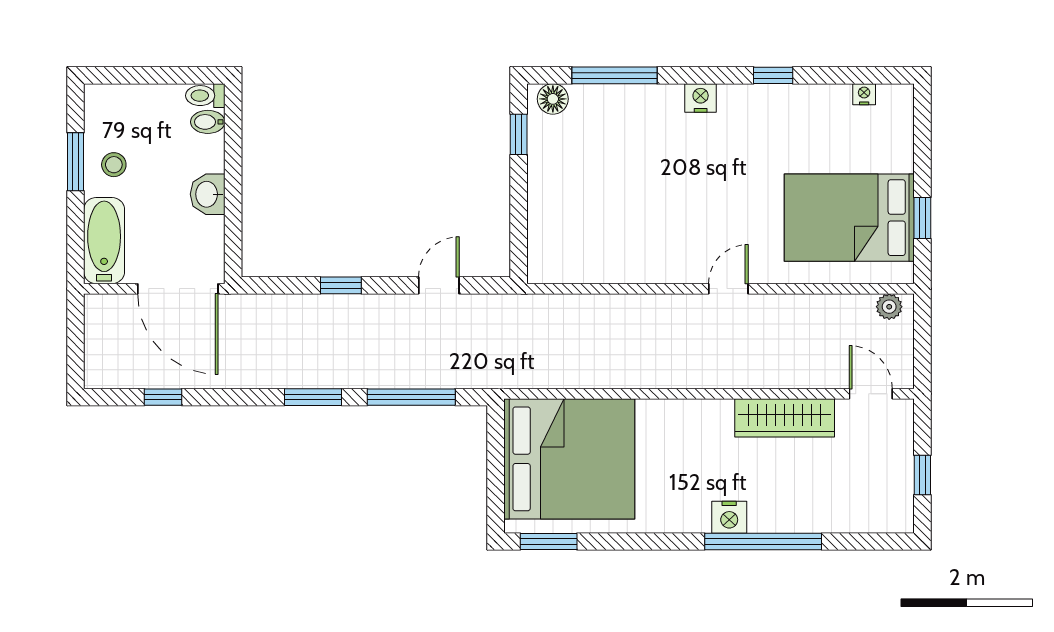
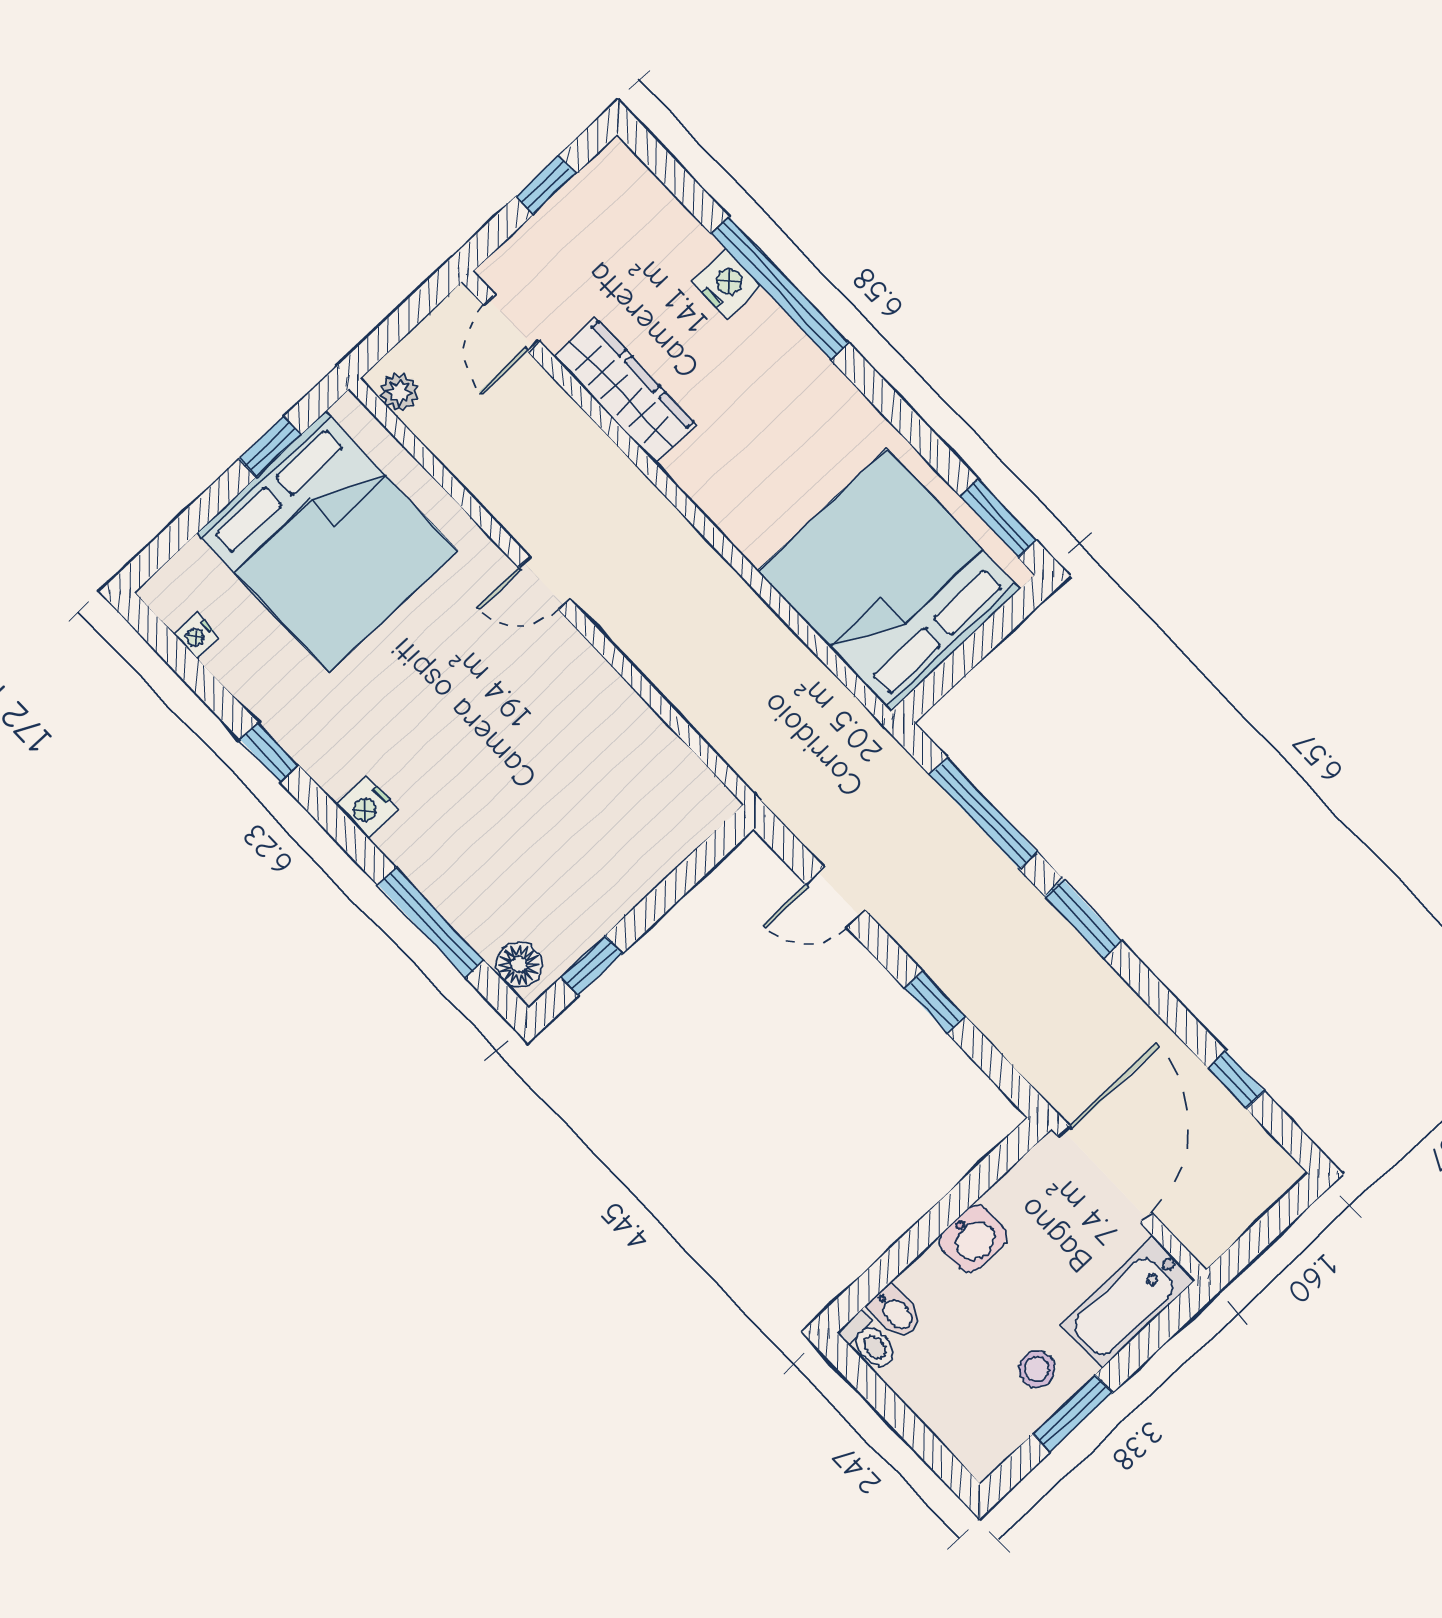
bed: (849, 218) -> (327, 542), width x1.36
nightstand: (729, 517) -> (726, 284), moved

